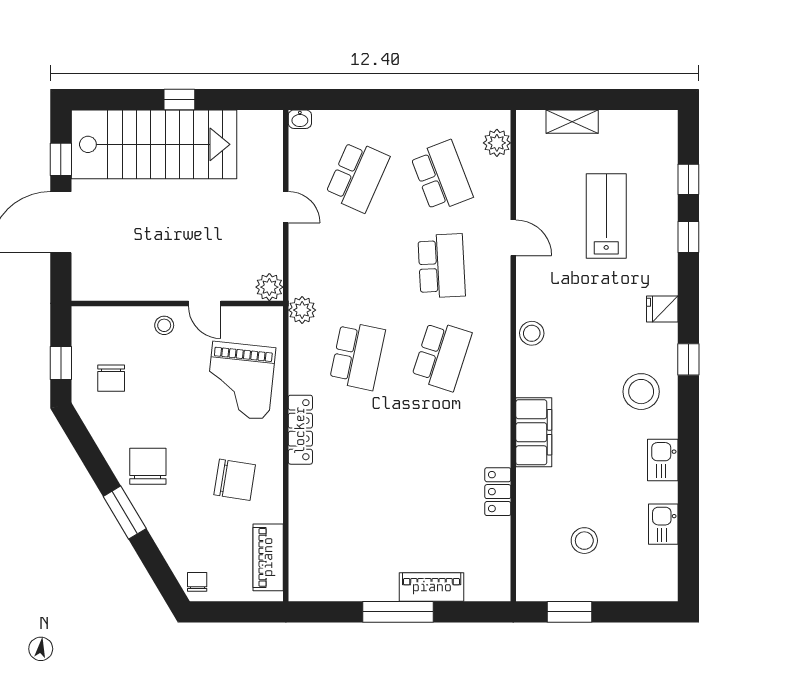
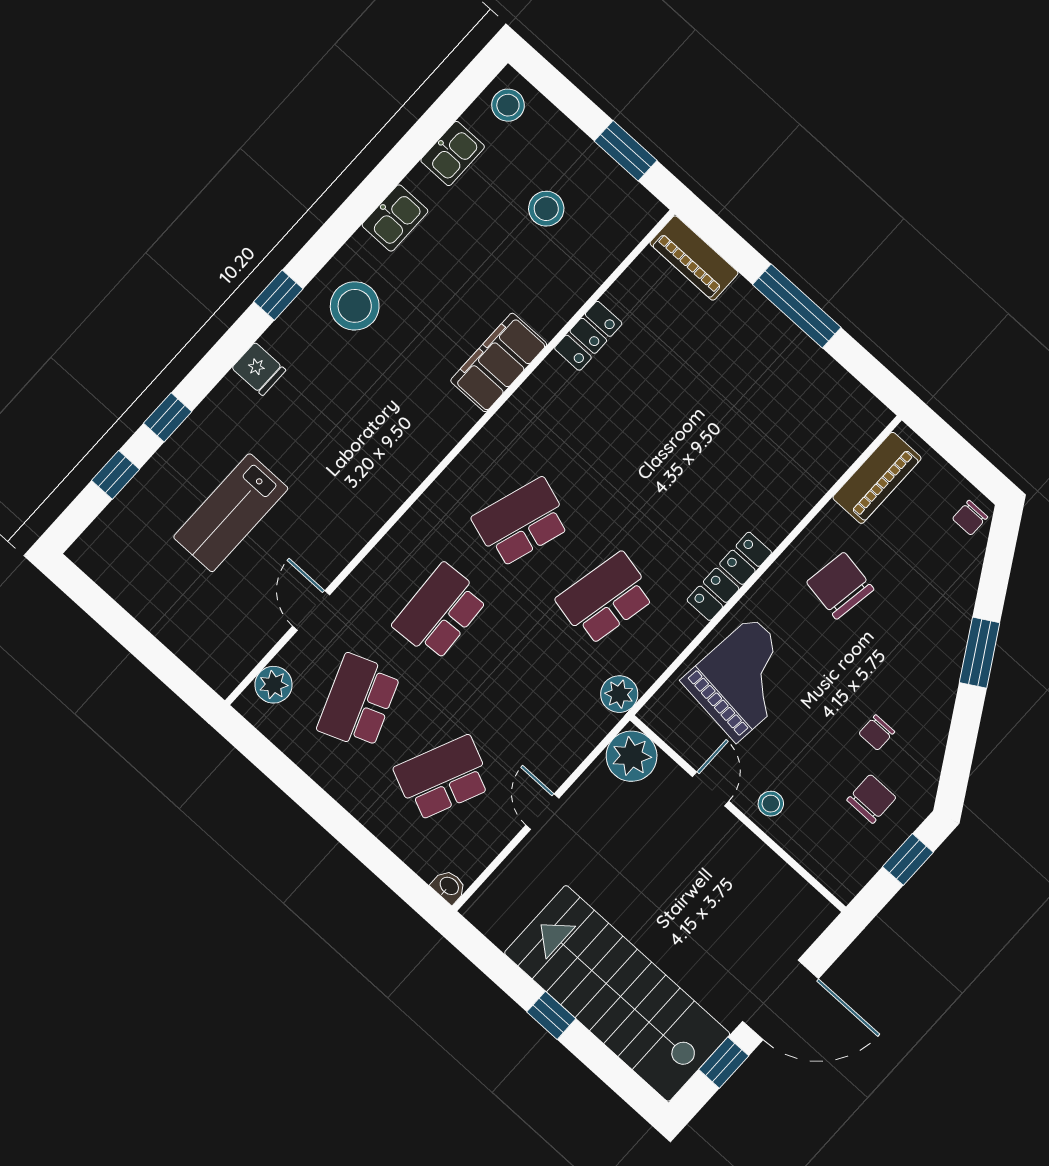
shelving: (572, 122) -> (179, 638), removed
door: (513, 238) -> (311, 610), moved
plant: (269, 287) -> (632, 756), width x1.36, depth x1.36
stool: (532, 333) -> (508, 105), moved
chair: (148, 466) -> (877, 733), moved, width x0.54, depth x0.54
piano: (432, 587) -> (694, 258), moved

